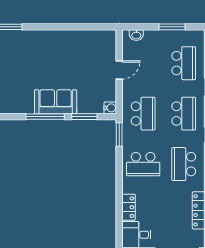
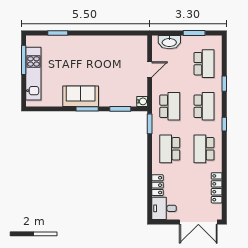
washbasin: (136, 35) -> (169, 42), width x1.91, depth x1.45
sofa: (56, 102) -> (81, 96), moved
window: (45, 117) -> (87, 109), width x0.69
school desk: (143, 164) -> (170, 149), turned 90

